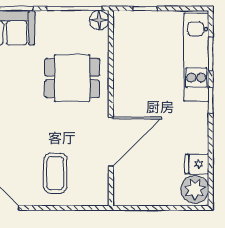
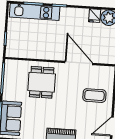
floor lamp: (99, 20) -> (10, 65), removed

